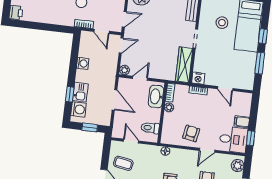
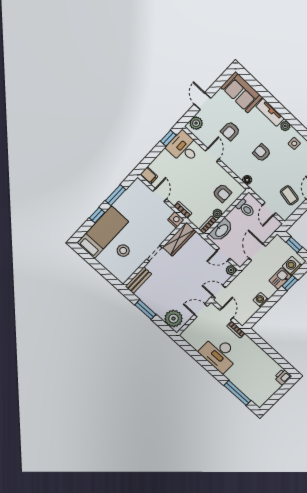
filing cabinet: (242, 122) -> (149, 176), moved
armchair: (191, 133) -> (222, 193), moved, turned -100
door: (207, 150) -> (212, 155), hinge flipped

